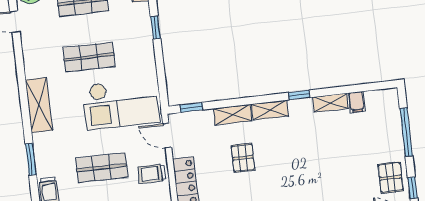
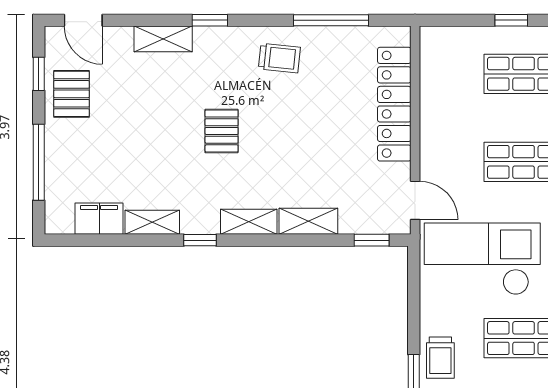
filing cabinet: (357, 102) -> (99, 219), width x2.00
pallet: (243, 158) -> (222, 131), moved
trolley: (152, 174) -> (440, 358), moved, turned 90

